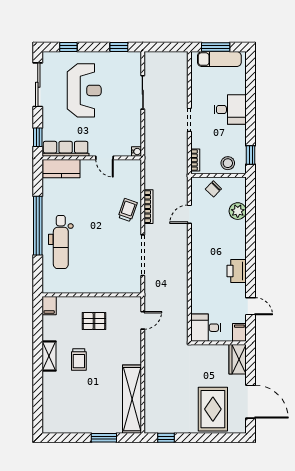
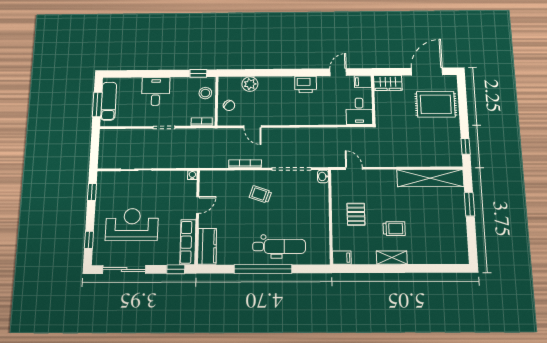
trolley: (128, 210) -> (260, 194), moved
washbasin: (134, 288) -> (323, 176), added

